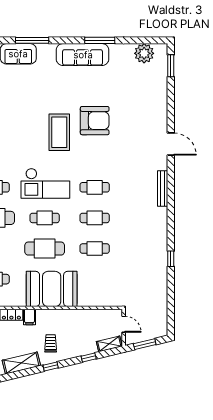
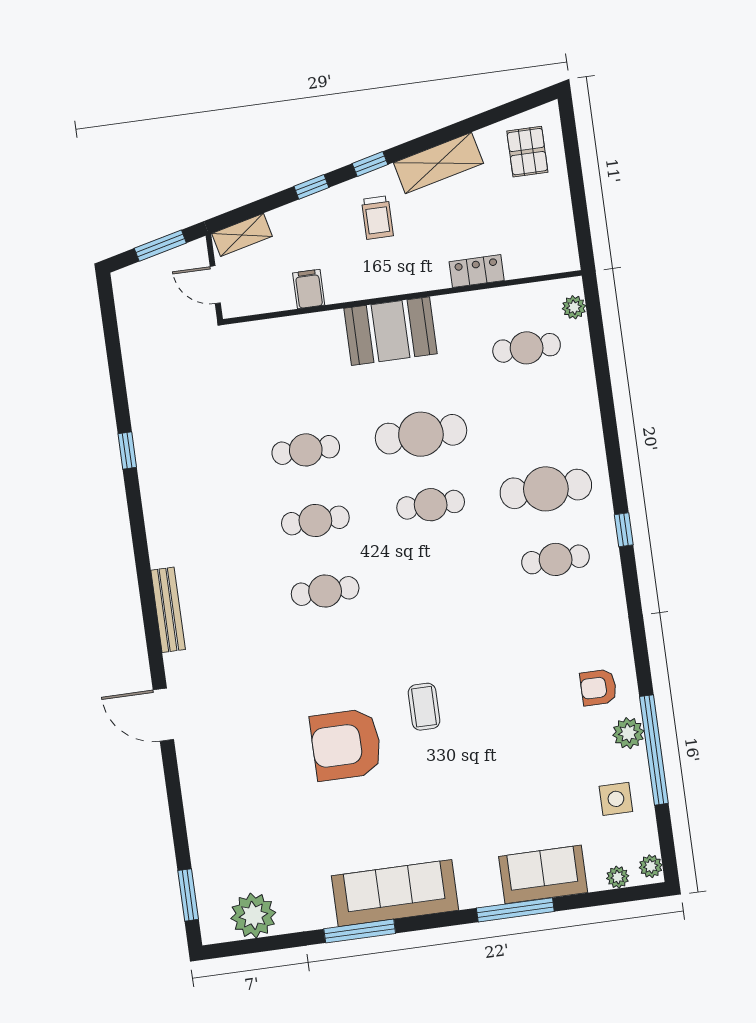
coffee table: (59, 132) -> (424, 707), width x0.54, depth x0.58
checkout: (45, 183) -> (440, 585), removed
booth: (52, 289) -> (391, 331), width x0.73, depth x0.70
filing cabinet: (29, 317) -> (309, 289), moved
window: (89, 357) -> (311, 187), moved

